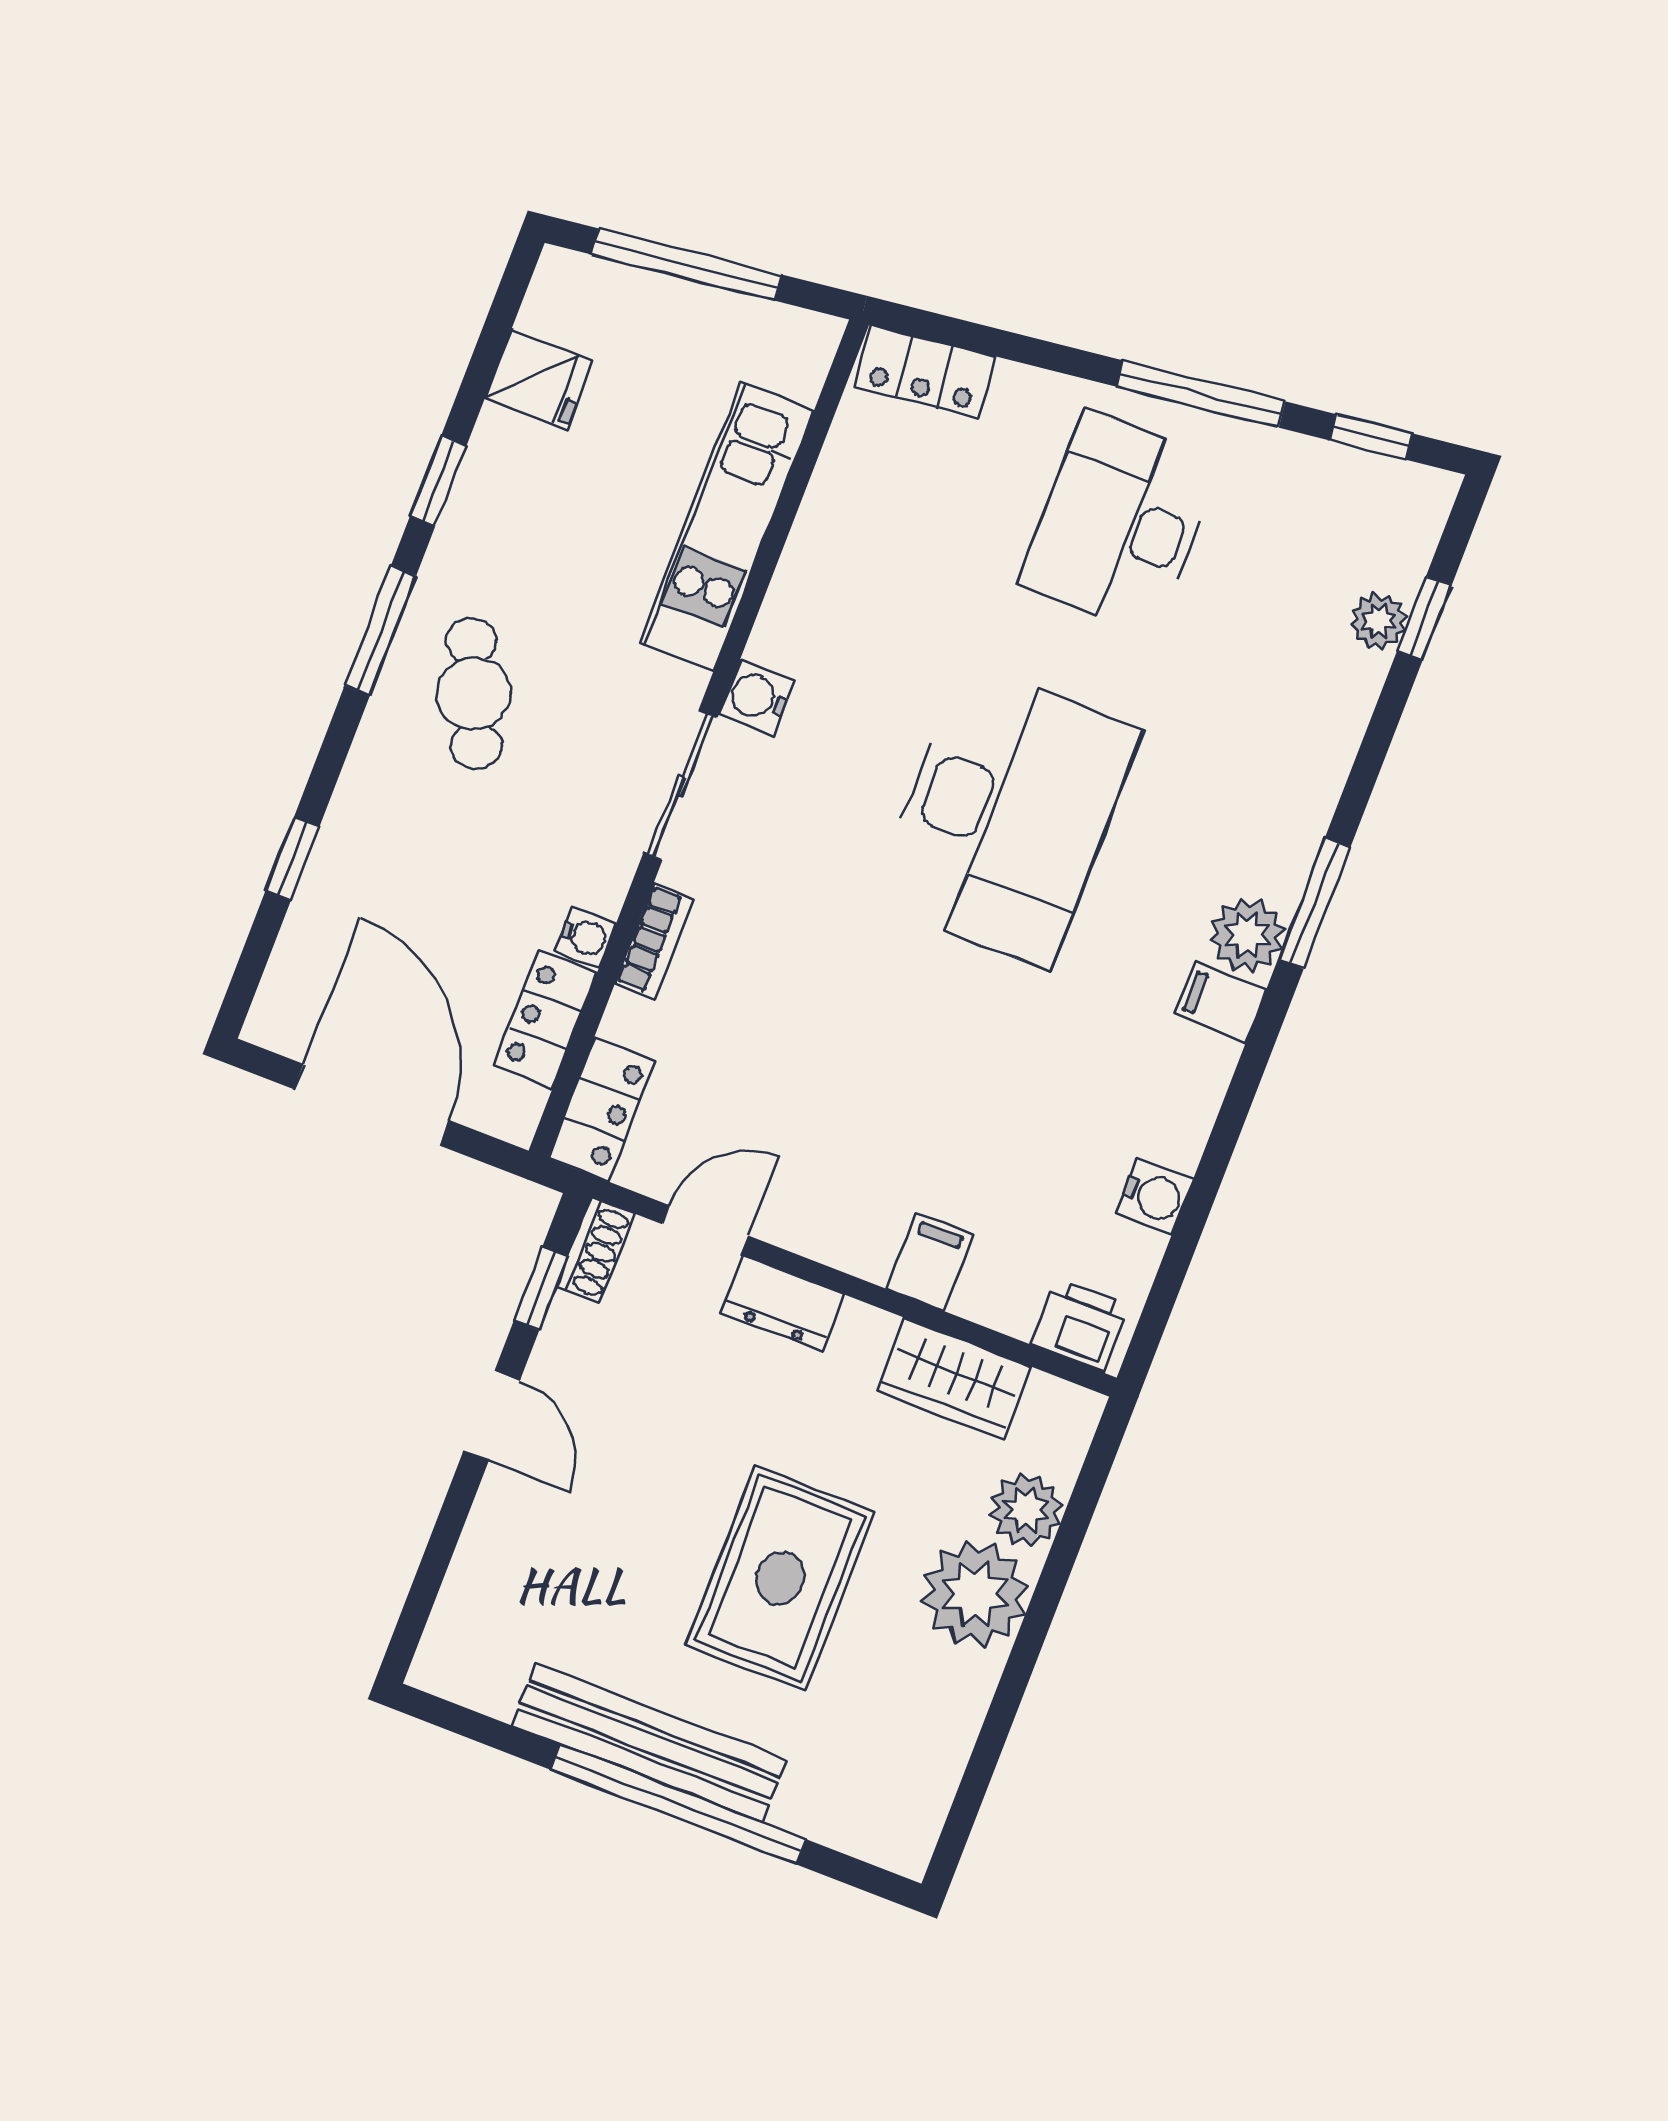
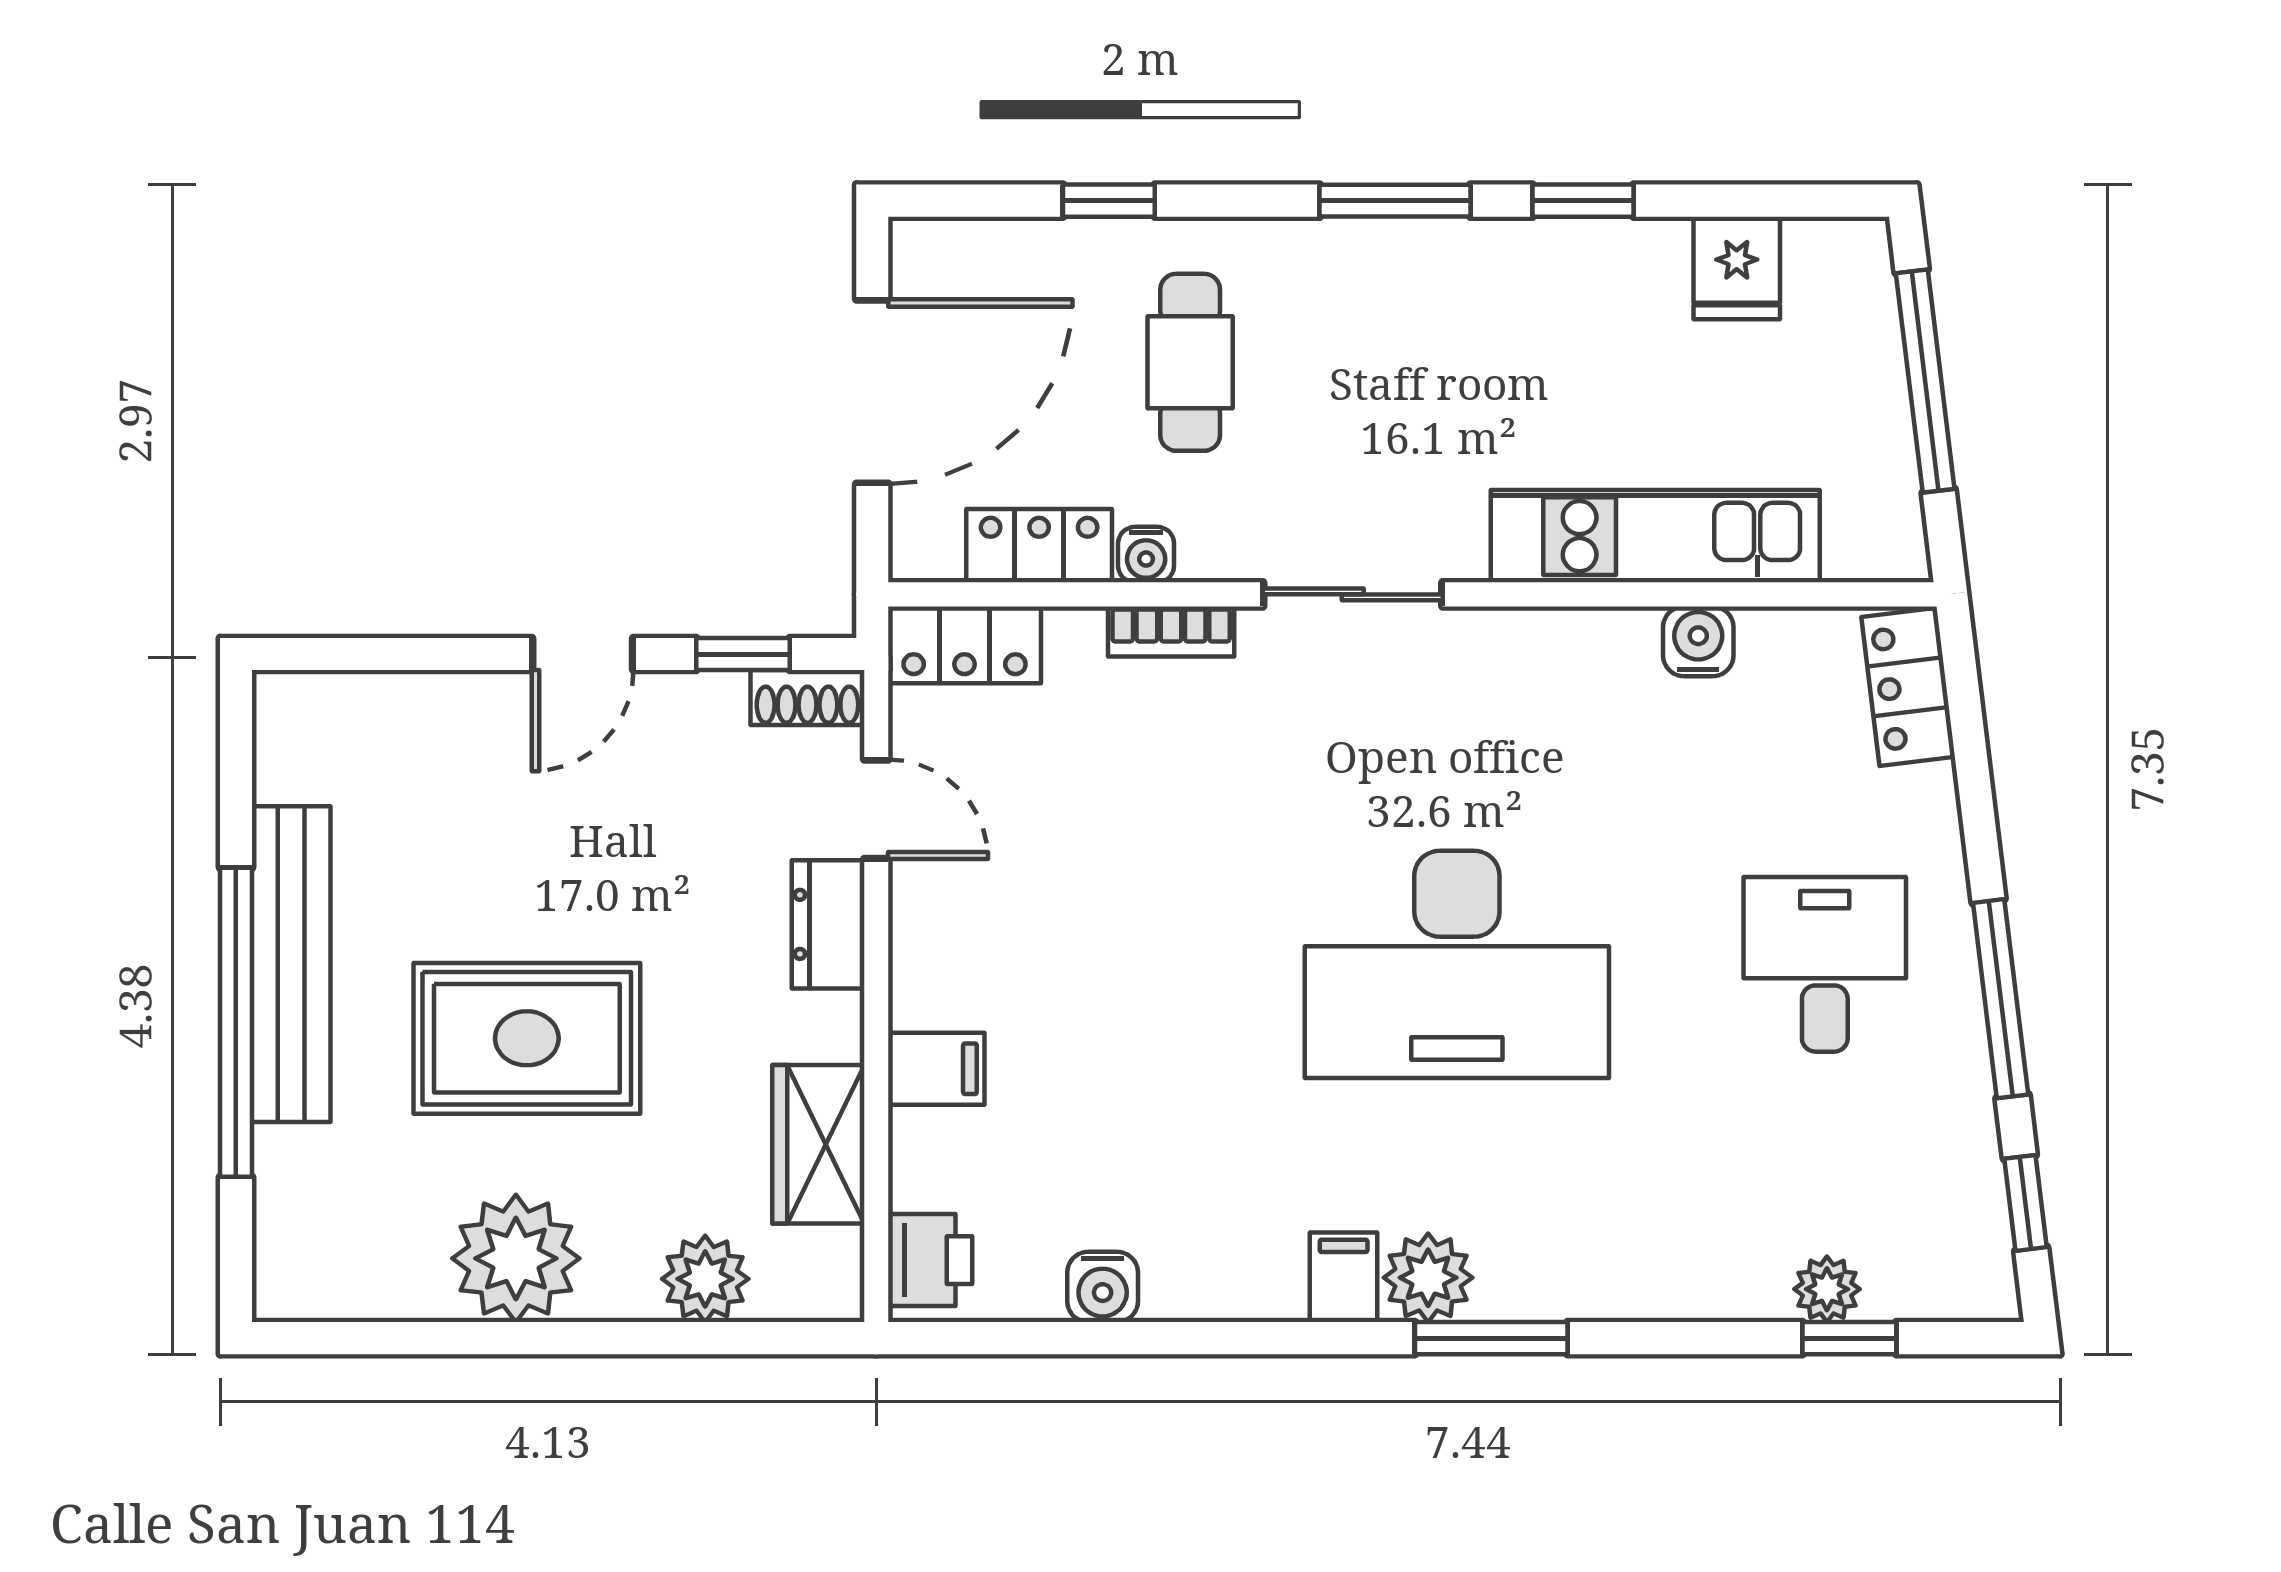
desk: (1119, 523) -> (1825, 964), width x0.73
cafe table: (474, 693) -> (1190, 362), moved, turned -66
water cooler: (757, 697) -> (1698, 641), moved
plant: (975, 1594) -> (516, 1258), moved

